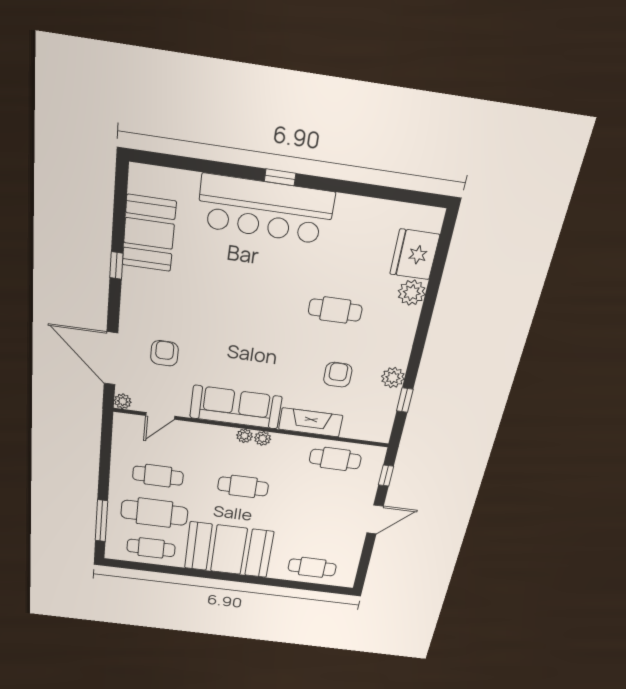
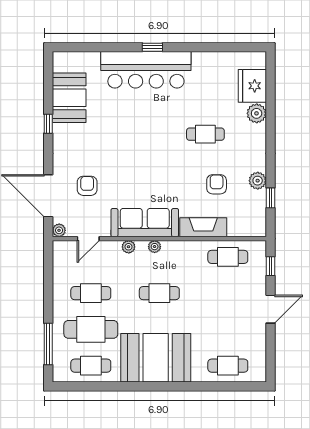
plant: (263, 438) -> (129, 247), moved

